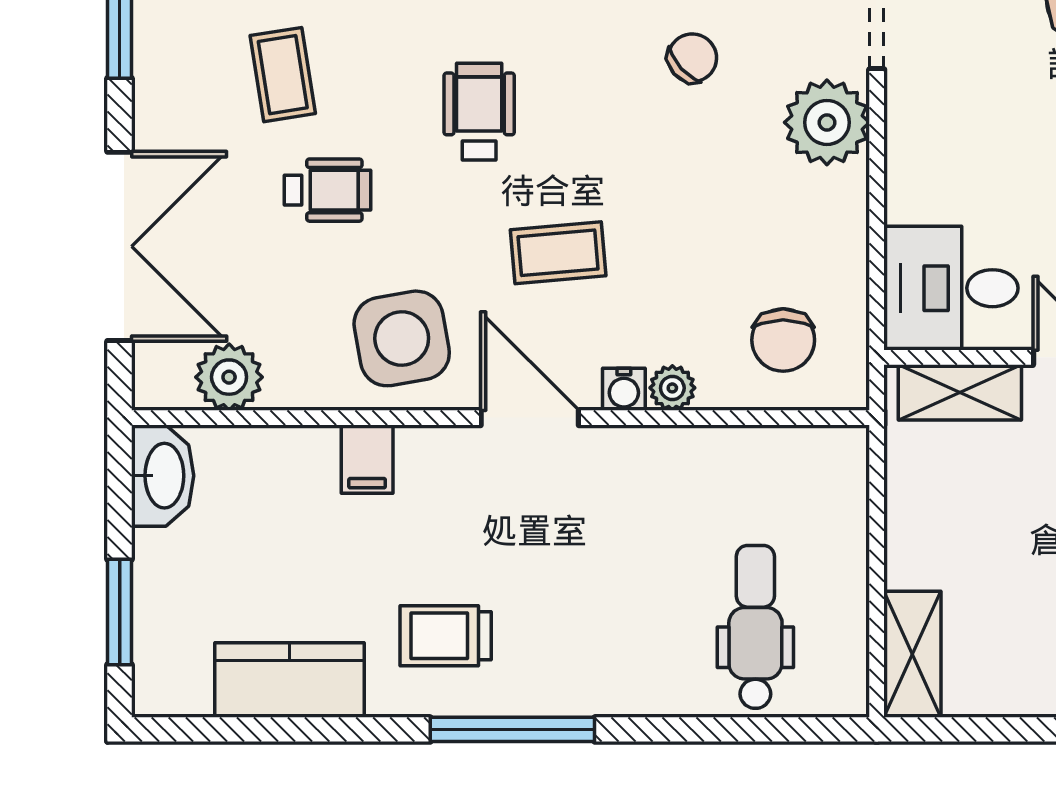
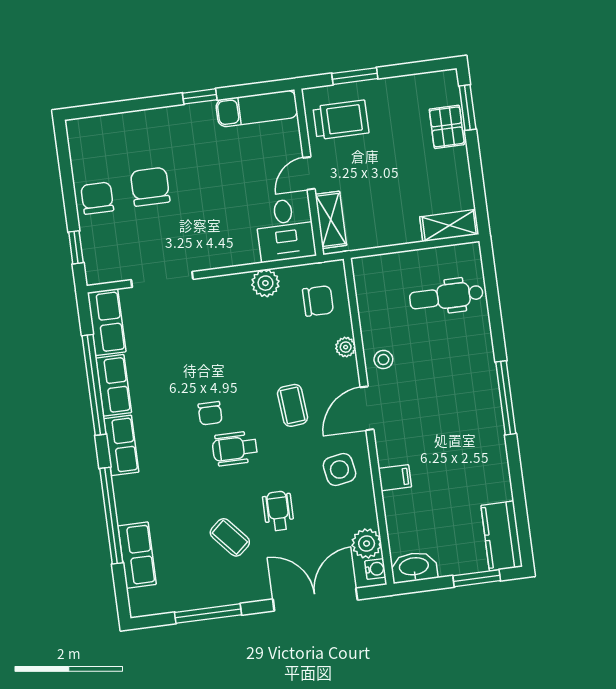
chair: (692, 58) -> (210, 413), moved, turned -138
coffee table: (283, 75) -> (230, 537), turned 58
plant: (827, 122) -> (265, 283), moved, width x0.73, depth x0.73
side table: (402, 338) -> (339, 469), width x0.73, depth x0.73
water cooler: (624, 389) -> (375, 569), moved
stool: (634, 468) -> (383, 360), added
trolley: (446, 636) -> (468, 433), removed
kitchen counter: (290, 680) -> (502, 536), moved

